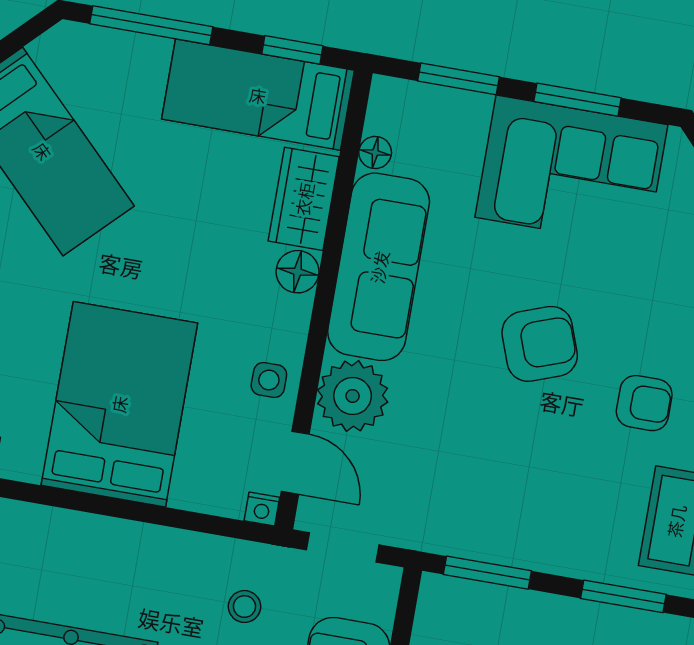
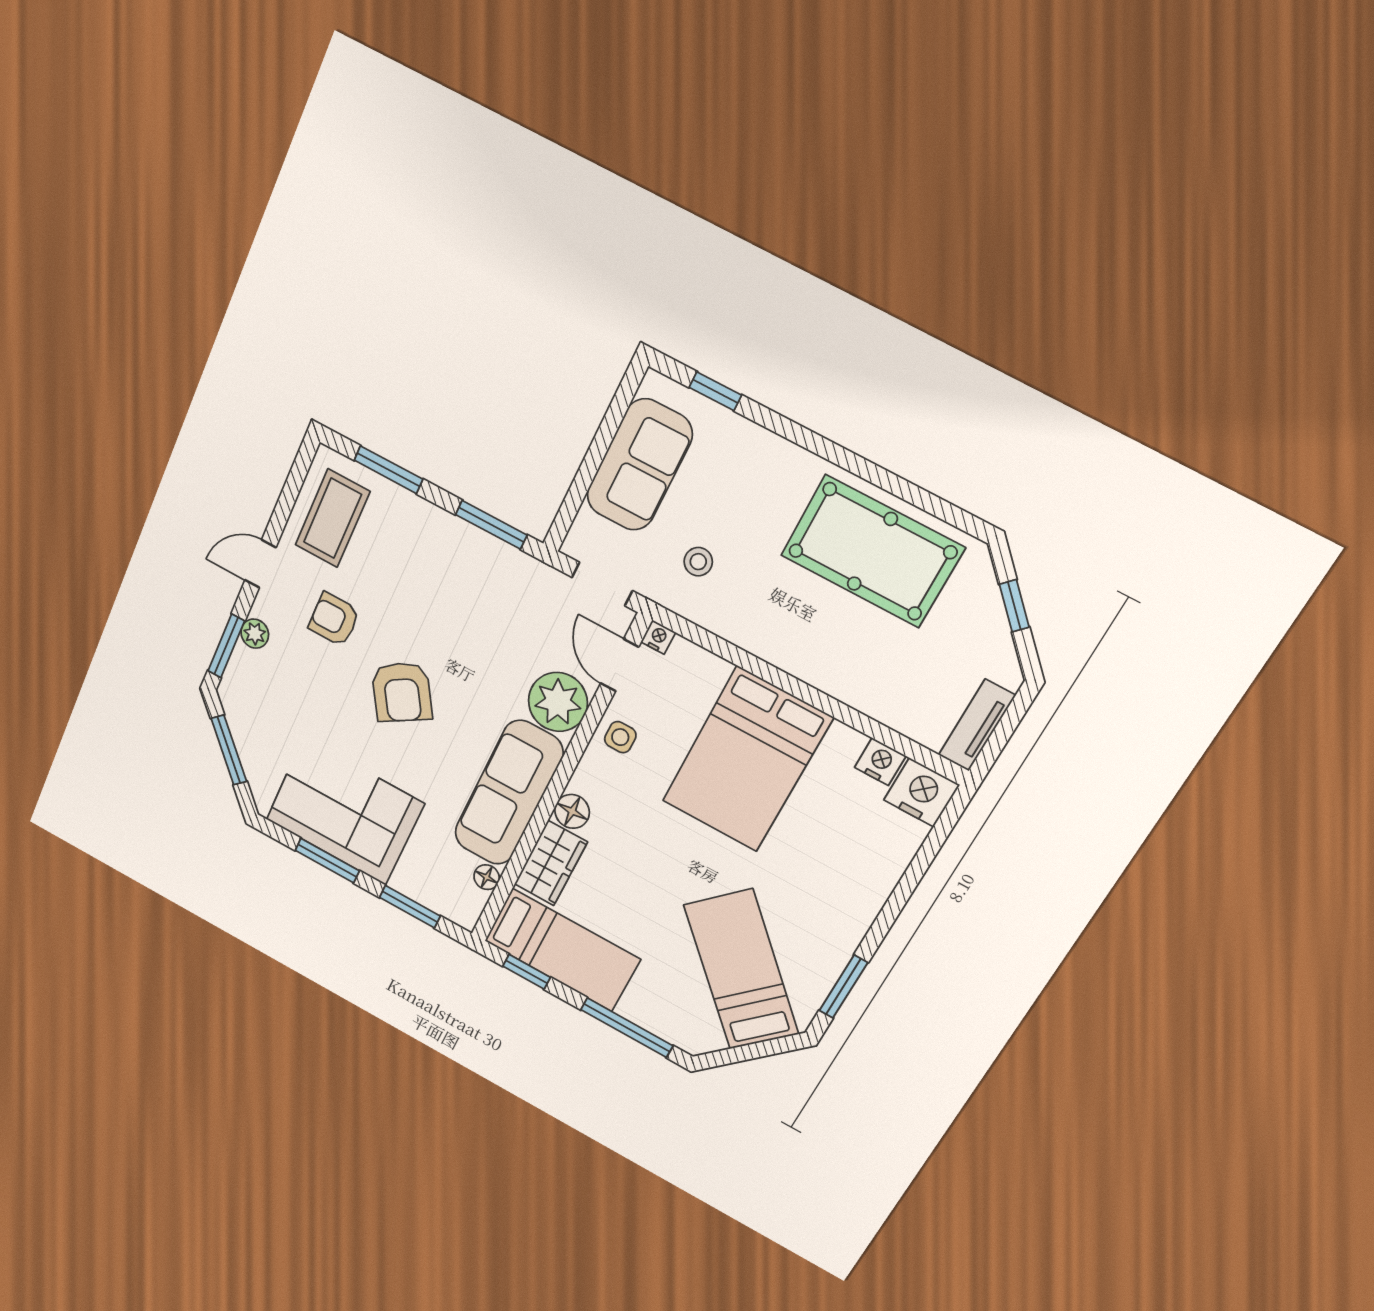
armchair: (540, 344) -> (402, 692), turned -102

